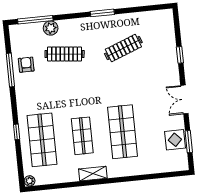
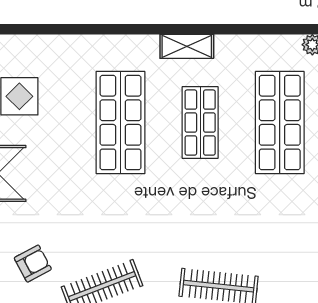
armchair: (26, 65) -> (33, 264), moved, turned -118

